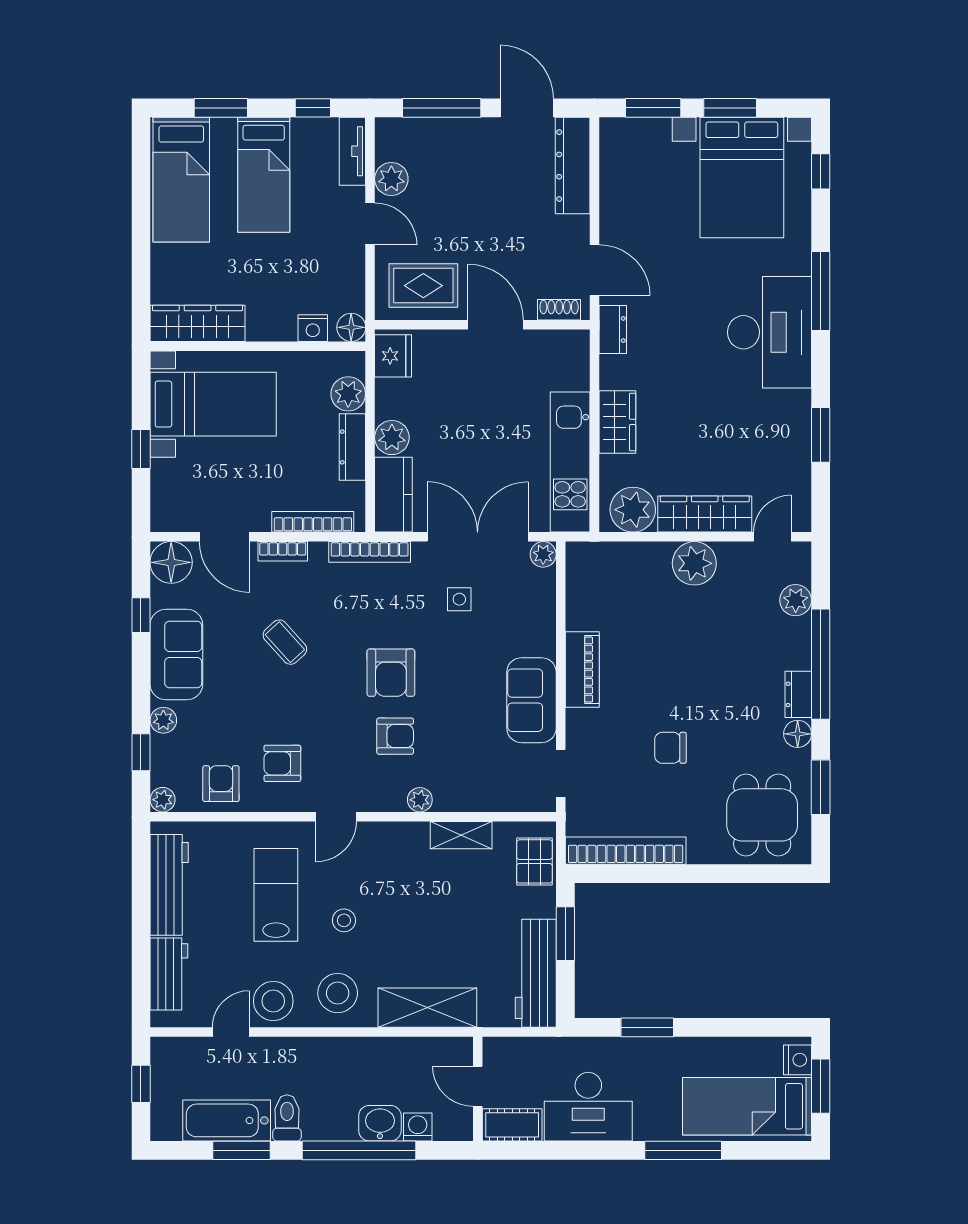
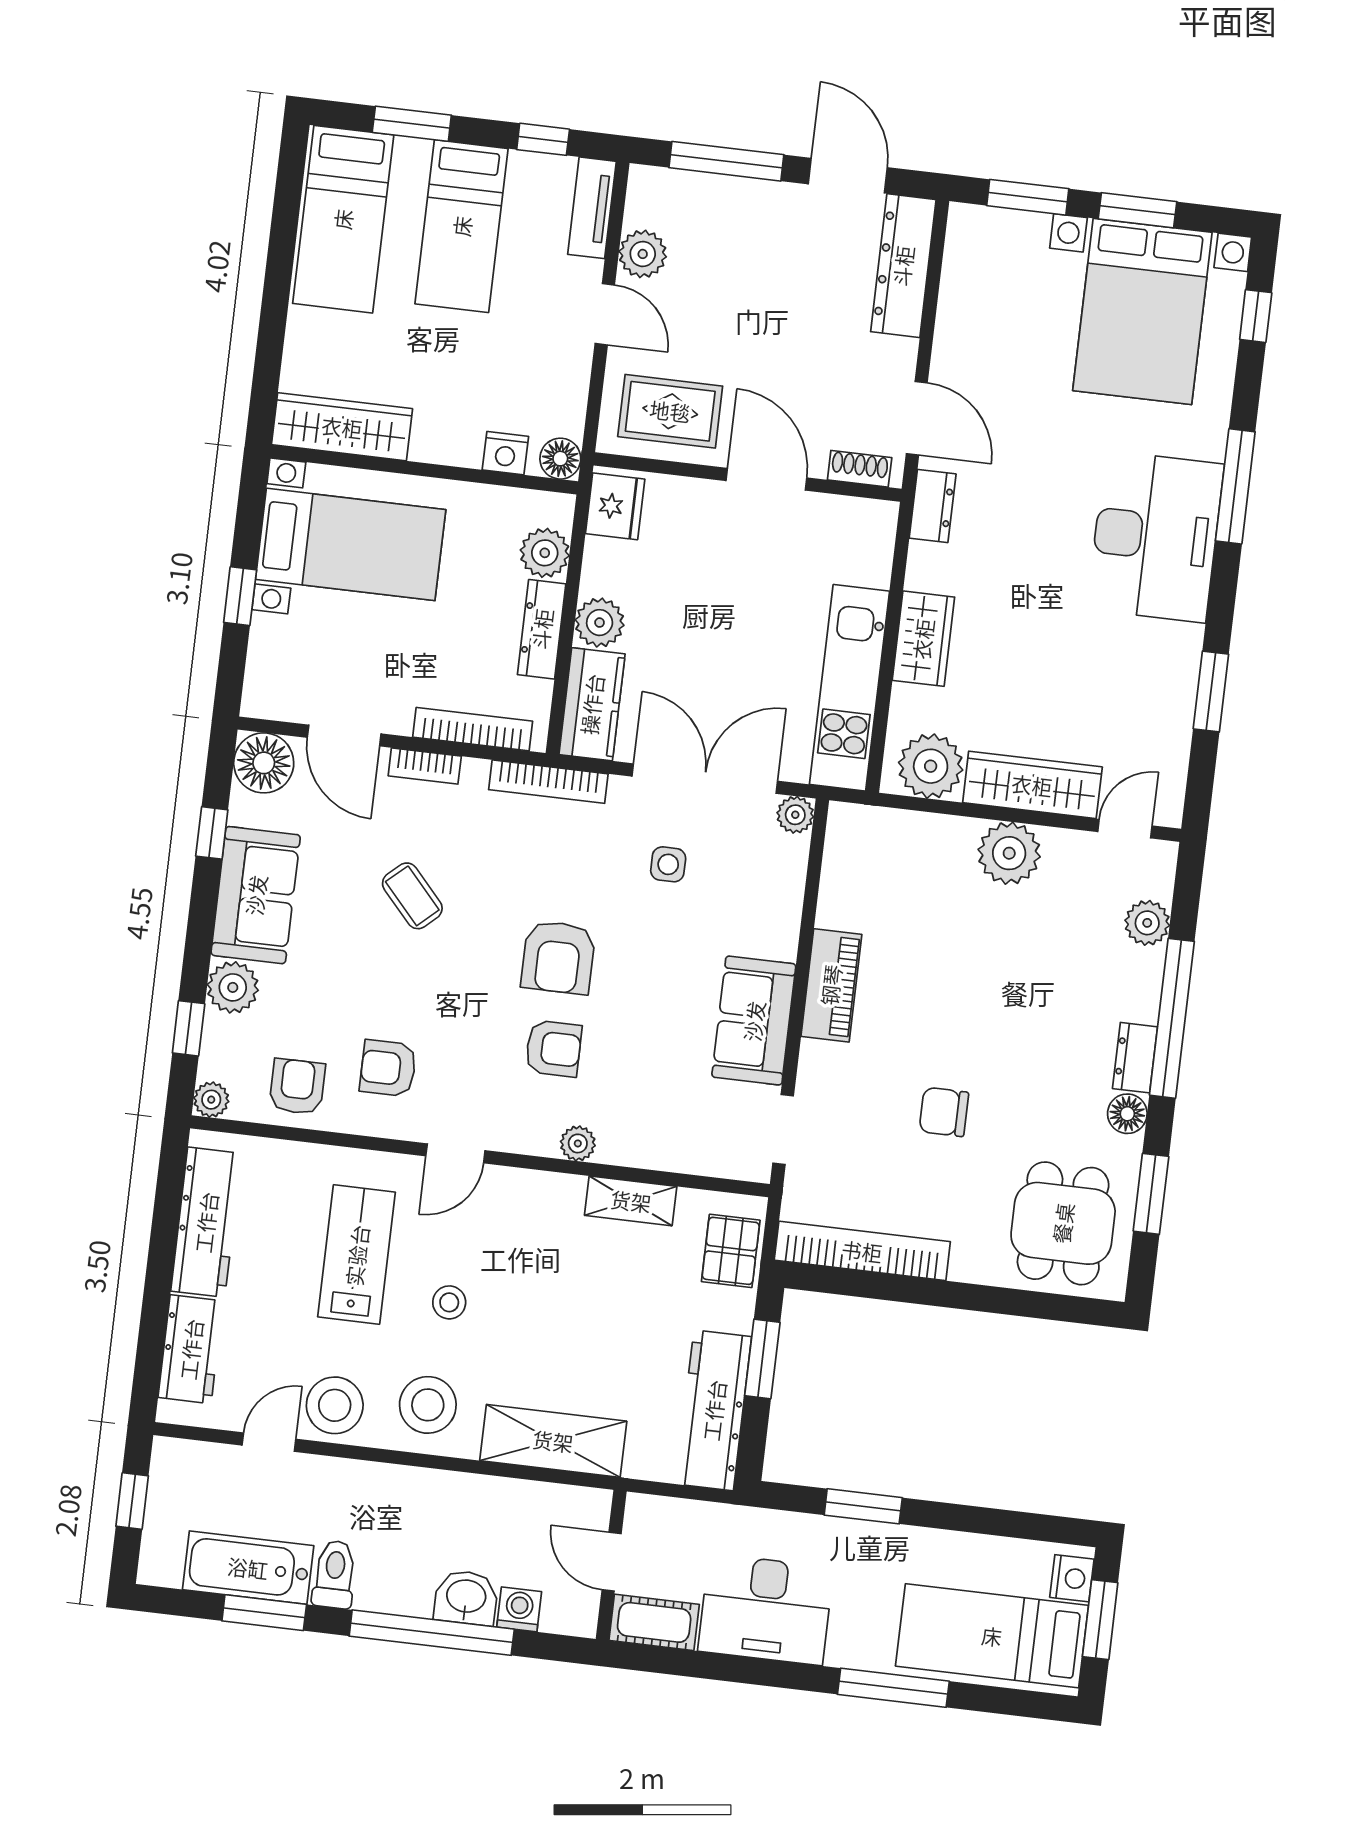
plant: (163, 720) -> (233, 987), width x1.38, depth x1.38

